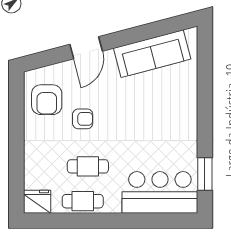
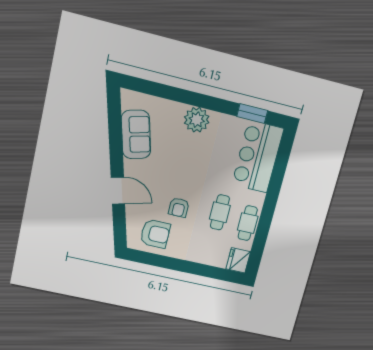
sofa: (152, 54) -> (136, 134), width x0.73
plant: (184, 115) -> (197, 120), added
armchair: (83, 119) -> (179, 208), turned 180

